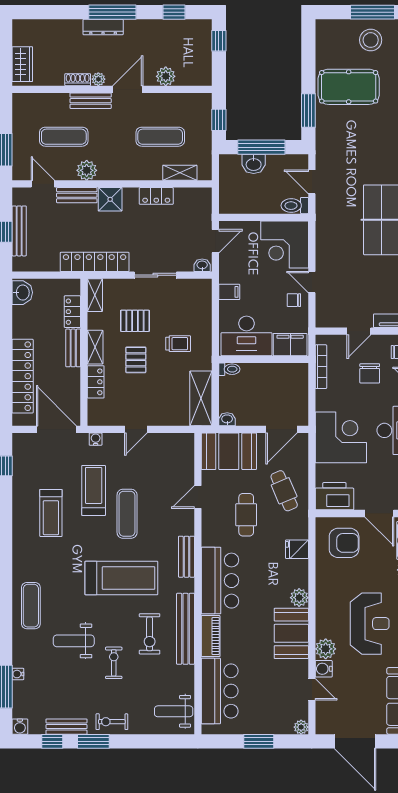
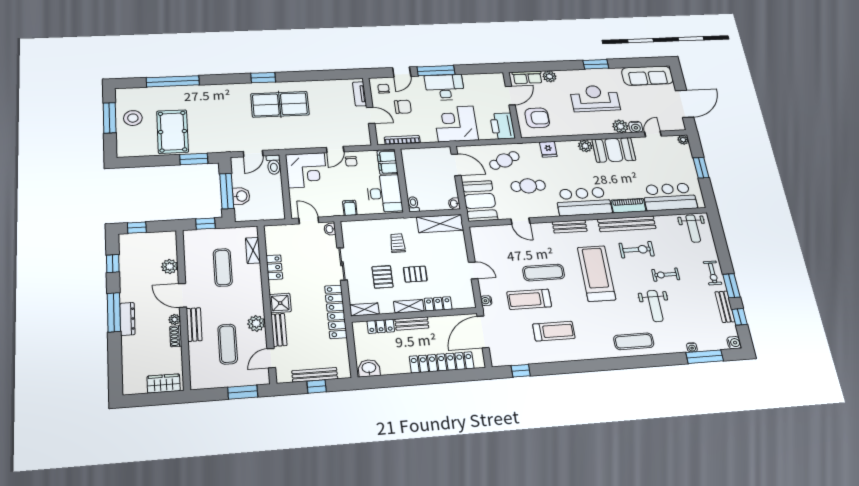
armchair: (344, 543) -> (537, 118), turned 90

